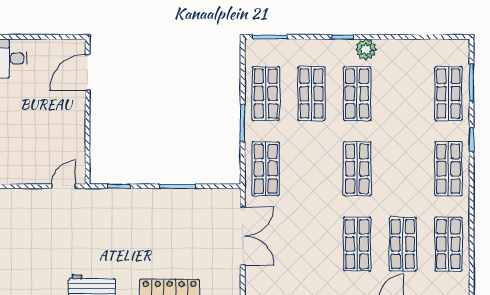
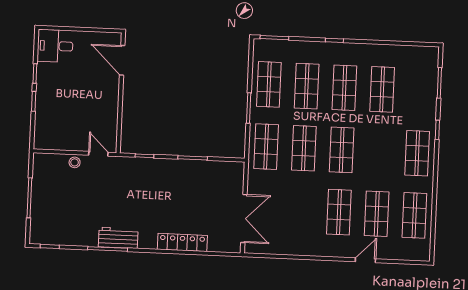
plant: (366, 49) -> (353, 52), removed
door: (87, 72) -> (122, 60), hinge flipped
shop shelf: (448, 94) -> (382, 89), moved
shop shelf: (311, 169) -> (304, 148), added
door: (64, 186) -> (98, 154), hinge flipped
stool: (35, 198) -> (75, 162), added
double door: (243, 236) -> (244, 219), moved

